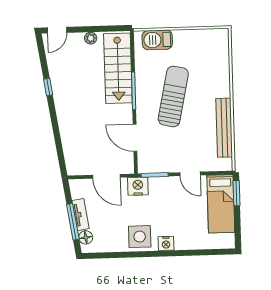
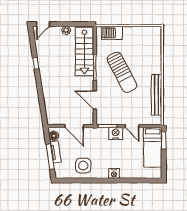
sun lounger: (173, 96) -> (122, 72), turned 140
nightstand: (138, 186) -> (116, 133), moved
floor lamp: (86, 237) -> (54, 136), moved
side table: (140, 237) -> (83, 166), moved

